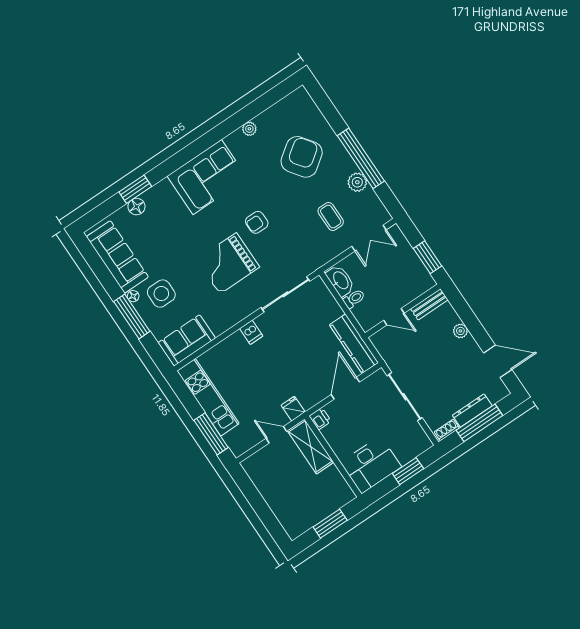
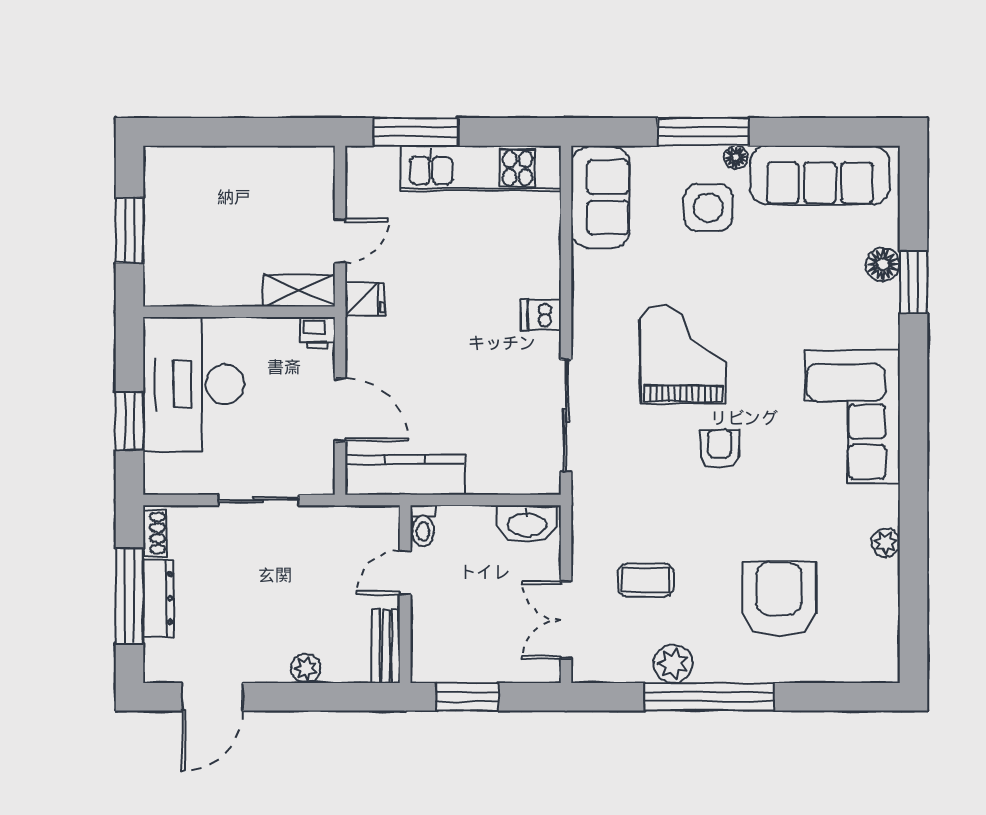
armchair: (302, 157) -> (779, 599), turned -144
toilet: (354, 299) -> (423, 526), moved
sliding door: (405, 397) -> (258, 500), width x0.73
shelving: (311, 446) -> (299, 290), width x0.67, depth x0.75
desk: (371, 465) -> (194, 384), width x1.36, depth x1.30

